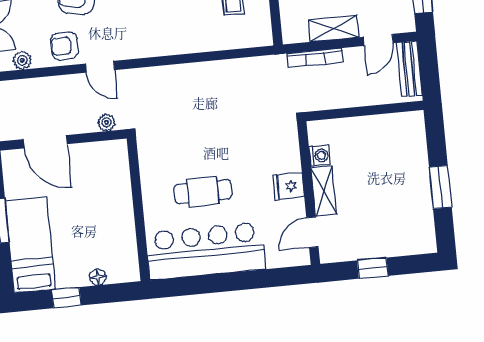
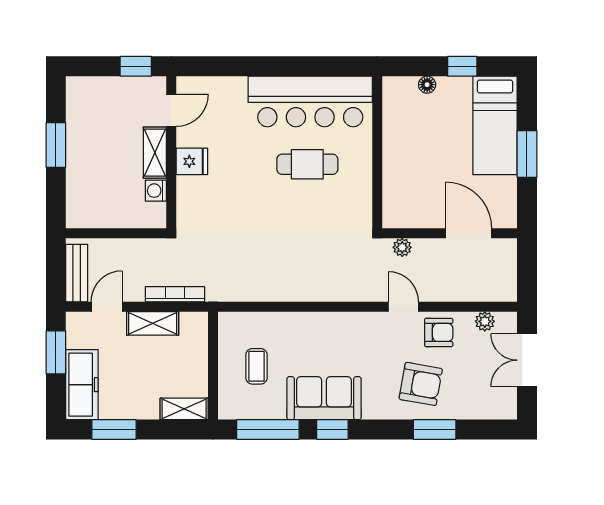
washing machine: (320, 156) -> (156, 191), moved
fridge: (288, 186) -> (192, 161), moved
shelving: (324, 191) -> (155, 153), moved
wall: (309, 193) -> (171, 152), moved
door: (312, 232) -> (171, 110), moved

